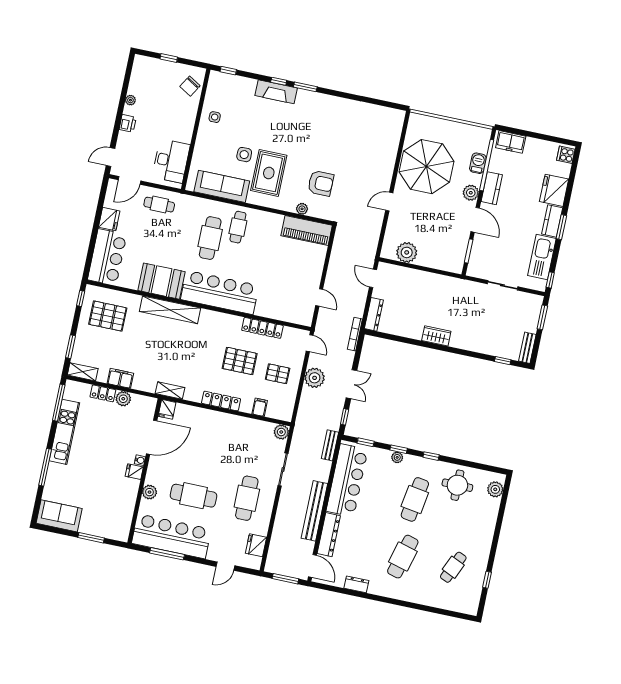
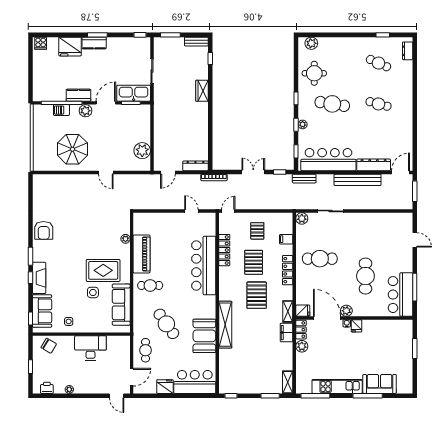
sofa: (235, 87) -> (42, 311), added
printer: (128, 123) -> (47, 388), moved
freezer: (511, 142) -> (40, 88), removed
desk: (171, 161) -> (90, 348), moved
parasol: (427, 167) -> (72, 149), width x0.73, depth x0.73
door: (129, 180) -> (132, 377), hinge flipped
armchair: (321, 183) -> (44, 230), moved, turned 180
piano: (307, 230) -> (142, 254), moved
cafe table: (210, 238) -> (166, 324), moved, turned 55
kitchen sink: (542, 257) -> (134, 93), moved, turned 180
bar counter: (220, 292) -> (204, 265), moved
door: (319, 297) -> (191, 211), hinge flipped
pallet: (108, 316) -> (257, 295), moved
wardrobe: (436, 336) -> (202, 91), moved
filing cabinet: (120, 378) -> (287, 333), moved
plant: (315, 378) -> (254, 201), removed
locker: (103, 393) -> (301, 330), moved
plant: (149, 492) -> (346, 311), moved
cafe table: (247, 498) -> (320, 259), moved
sofa: (59, 516) -> (380, 384), moved, turned 90
bar counter: (171, 536) -> (400, 295), width x0.73
fridge: (256, 545) -> (394, 220), removed
cafe table: (403, 557) -> (379, 104), width x0.73, depth x0.74
dresser: (356, 584) -> (408, 51), moved

